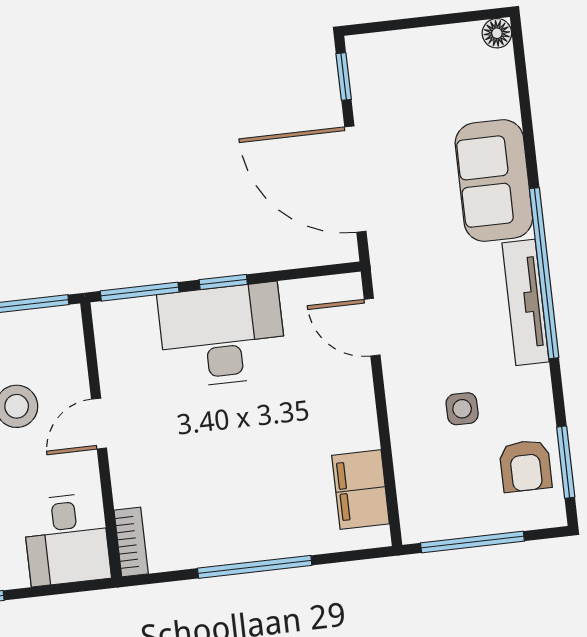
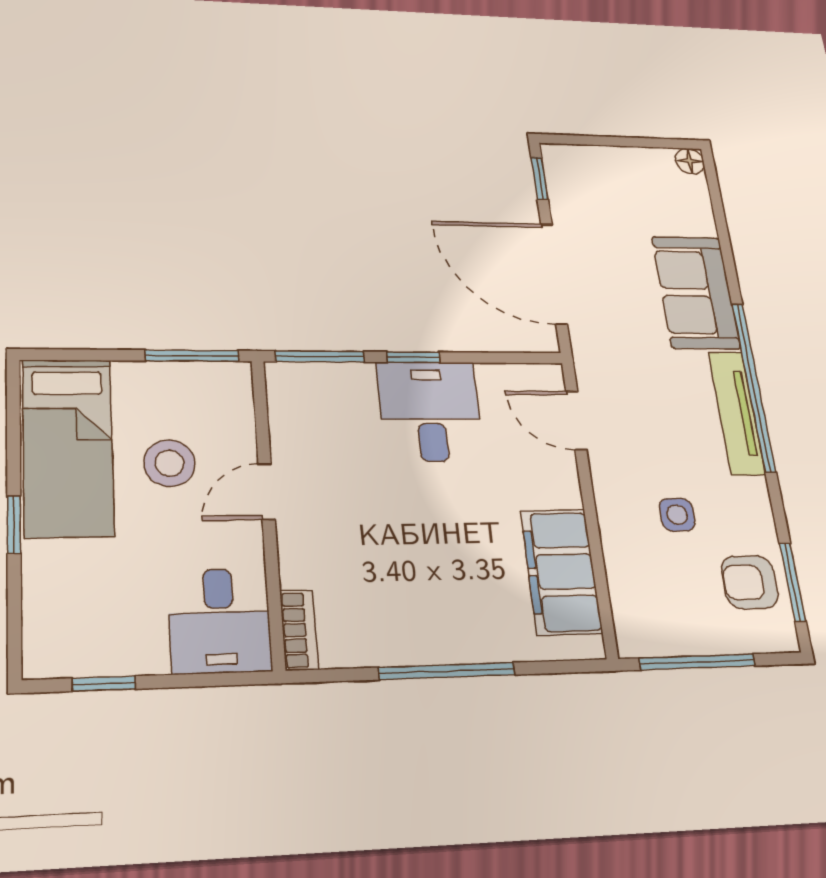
desk: (222, 335) -> (430, 411), width x0.73
armchair: (526, 466) -> (750, 582), turned 90
filing cabinet: (361, 490) -> (561, 572), width x1.50, depth x1.17

